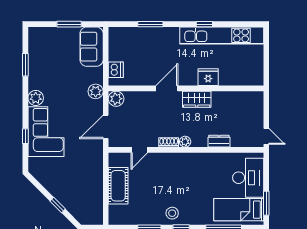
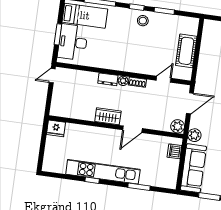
kitchen unit: (222, 35) -> (103, 172), moved
sofa: (92, 47) -> (193, 168), width x1.36
fridge: (208, 77) -> (56, 128), moved
door: (266, 136) -> (52, 76), hinge flipped
dresser: (219, 141) -> (108, 79), moved
window: (266, 203) -> (58, 34), moved

